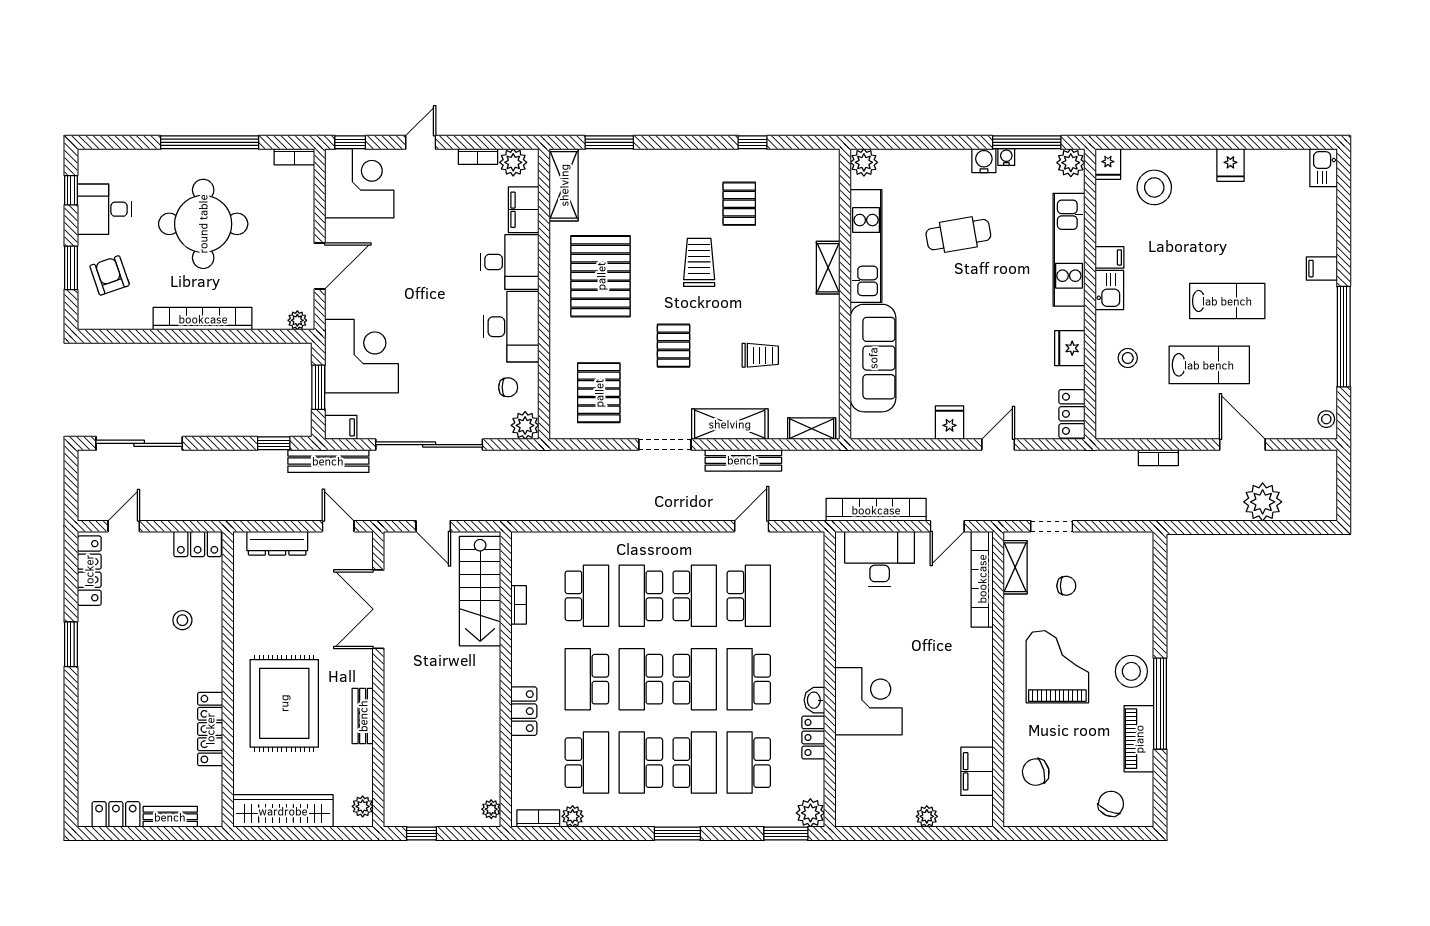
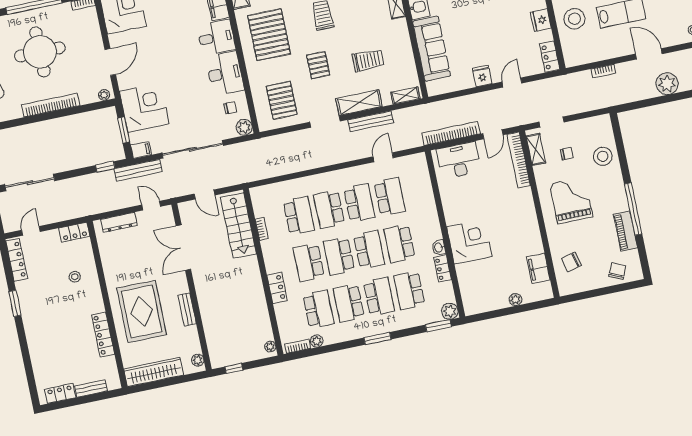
trolley: (760, 355) -> (368, 60), width x1.36, depth x1.39
stool: (1128, 358) -> (574, 19), width x1.89, depth x1.89
stool: (1131, 671) -> (603, 156), moved

